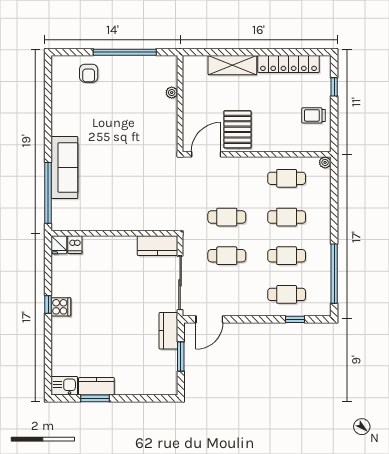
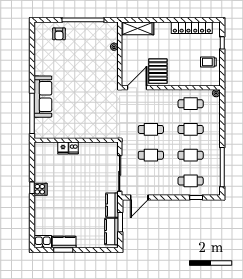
shelving: (232, 65) -> (137, 28), moved
fridge: (59, 245) -> (63, 148), moved
dishwasher: (75, 245) -> (74, 148), moved
kitchen counter: (158, 246) -> (111, 232), moved, turned 90

